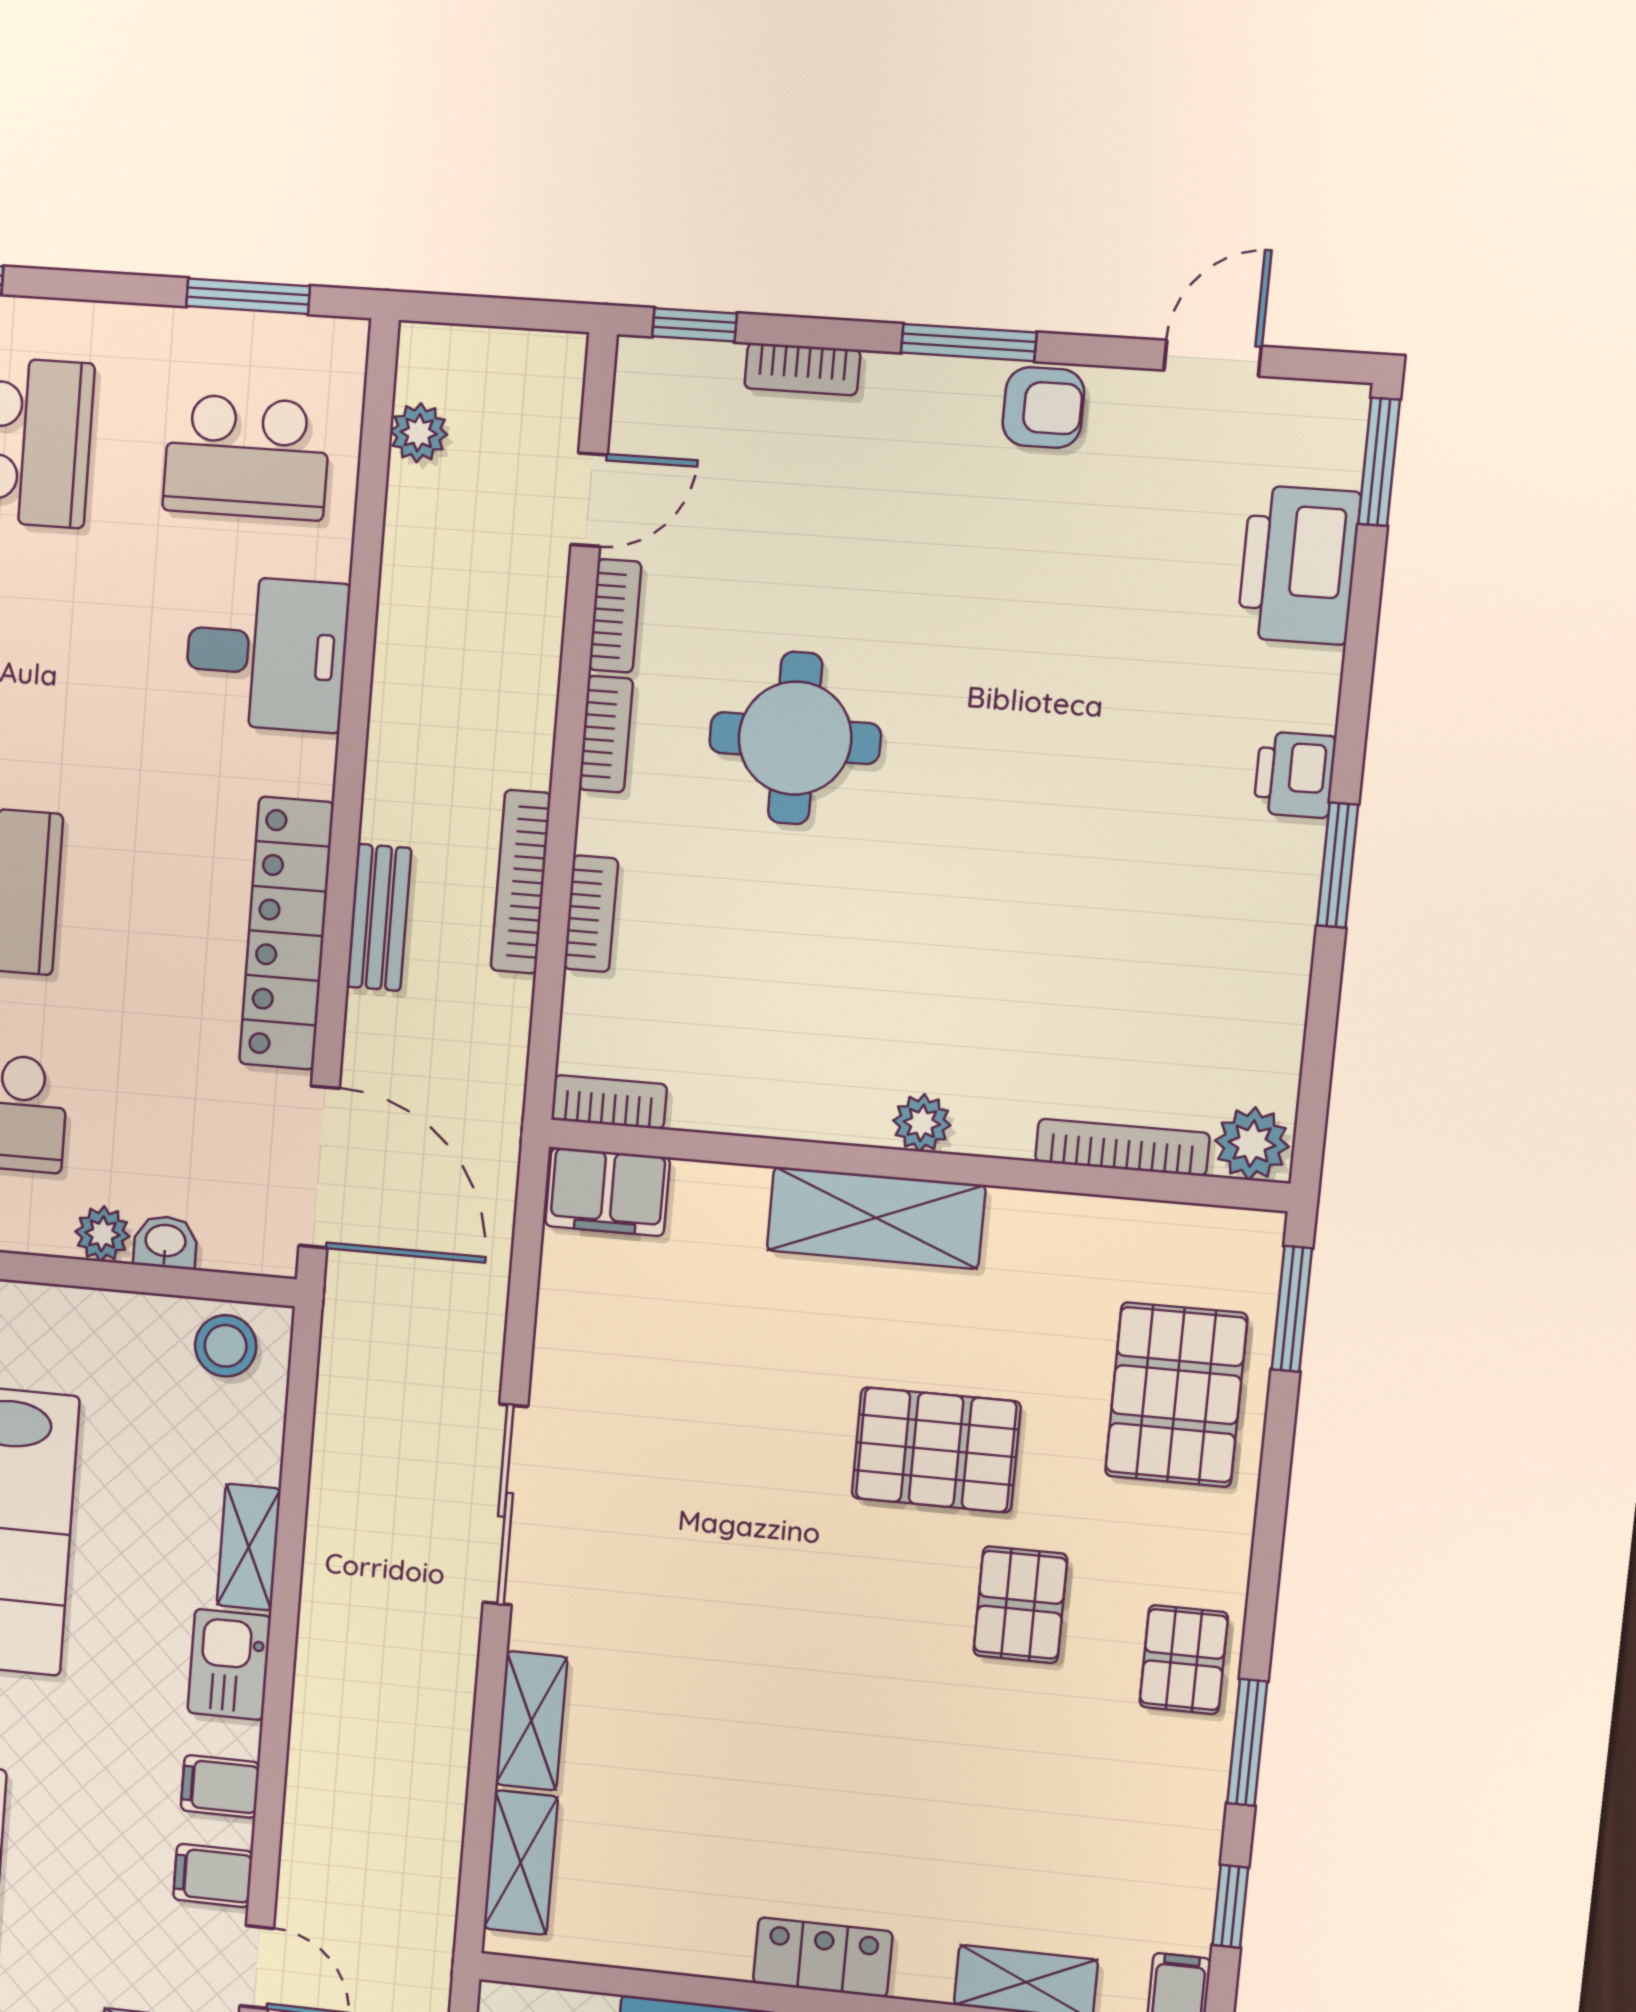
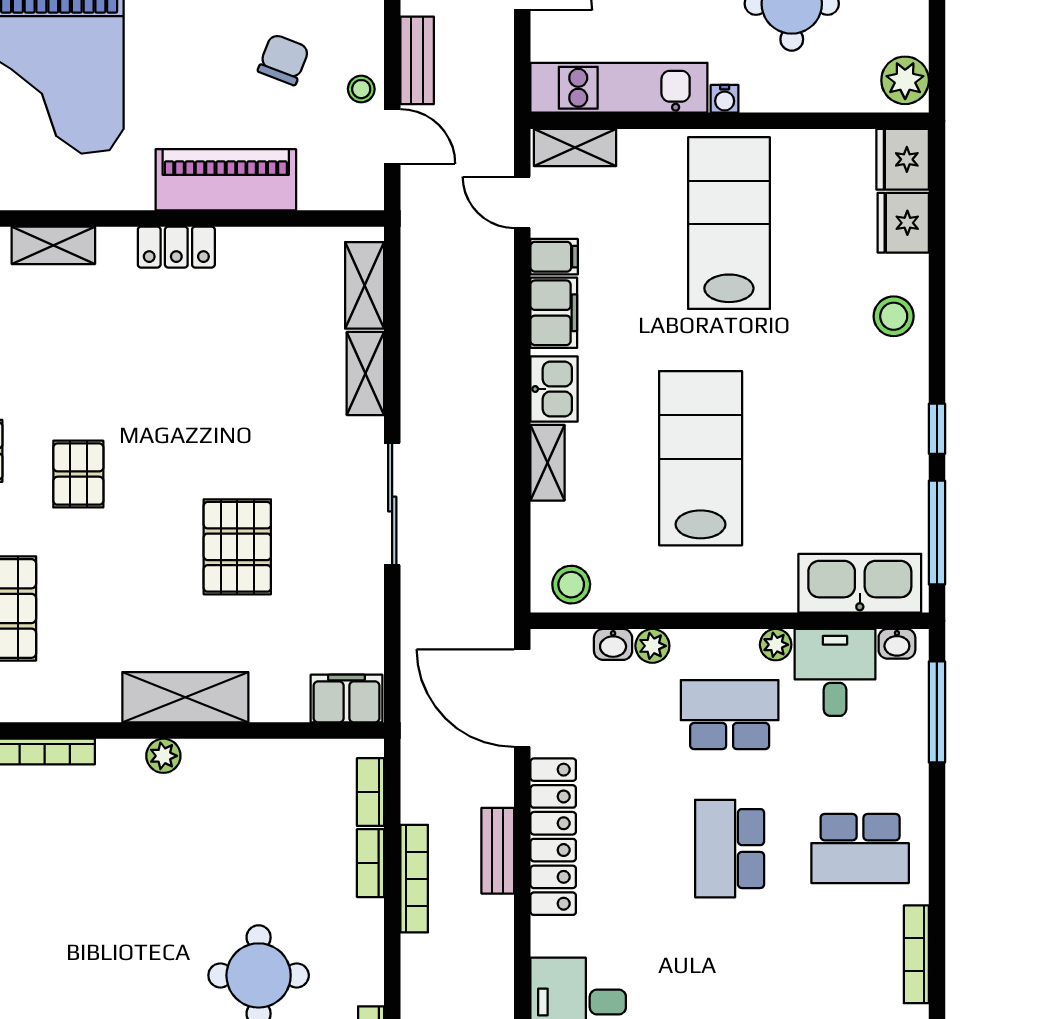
bookcase: (606, 734) -> (371, 969), removed
bookcase: (609, 1102) -> (371, 792), moved, turned 90
pallet: (936, 1450) -> (237, 547), moved, turned 90
filing cabinet: (220, 1786) -> (554, 313), width x2.00

